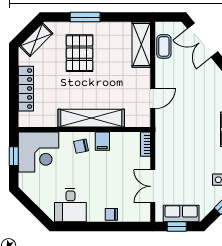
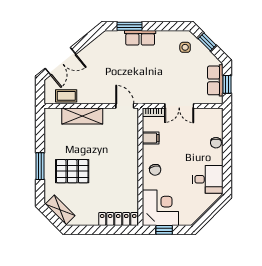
shelving: (141, 44) -> (82, 116), moved
locker: (26, 89) -> (118, 219), moved
door: (153, 98) -> (125, 106), moved
shelving: (91, 118) -> (130, 161), removed
filing cabinet: (102, 141) -> (151, 138), moved
double door: (153, 186) -> (179, 106), moved

